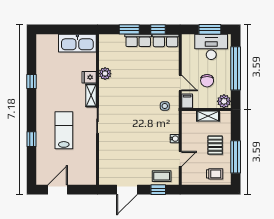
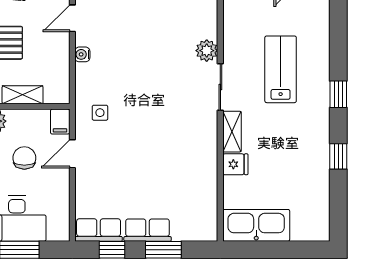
plant: (105, 74) -> (207, 51), moved
door: (180, 83) -> (72, 154), hinge flipped
lab bench: (64, 130) -> (281, 69), turned 180
window: (32, 139) -> (338, 94), moved

